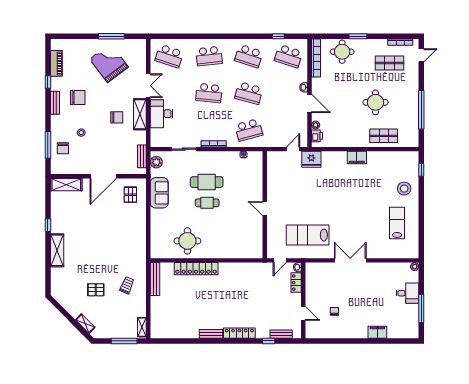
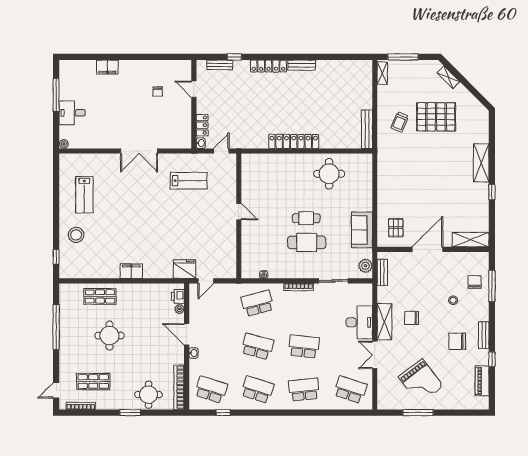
lab bench: (308, 235) -> (189, 181), width x0.73, depth x0.72
locker: (196, 269) -> (294, 141), moved
pallet: (96, 290) -> (436, 117), width x2.05, depth x2.00

